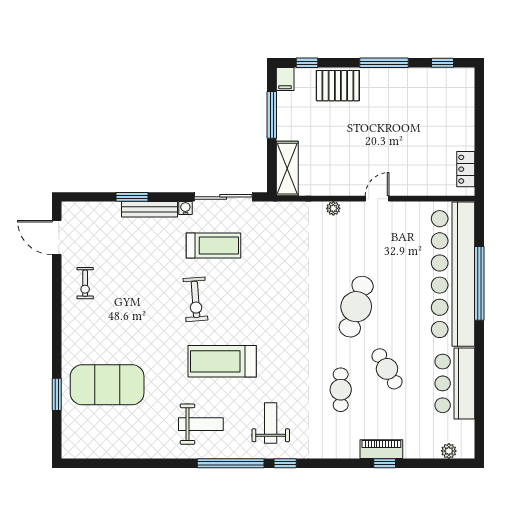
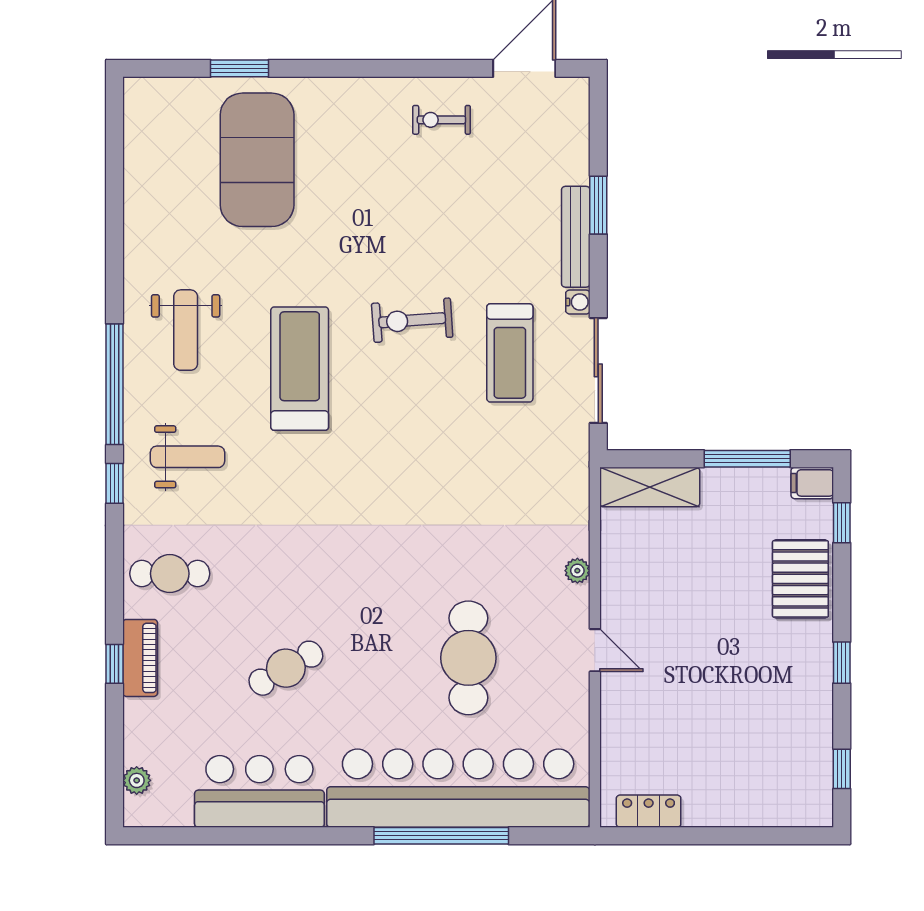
window: (384, 63) -> (842, 663), width x0.46
cafe table: (356, 307) -> (468, 658), moved, turned 73
cafe table: (341, 390) -> (170, 574), moved

